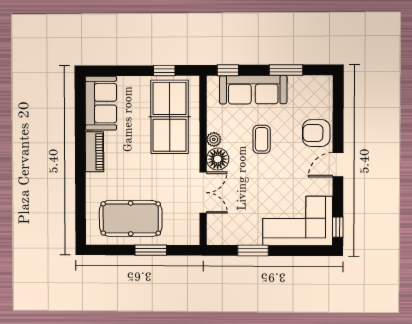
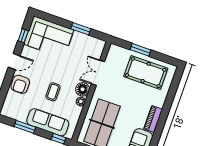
armchair: (316, 133) -> (20, 84), turned 90
window: (338, 227) -> (23, 36), moved

